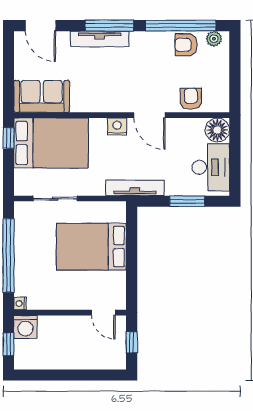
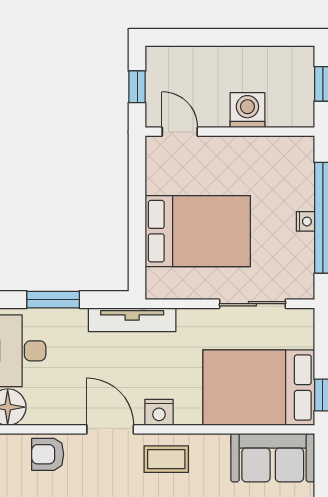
coffee table: (112, 96) -> (166, 459), added
armchair: (191, 99) -> (48, 454), turned 90
nightstand: (20, 303) -> (305, 221), moved
washing machine: (25, 327) -> (247, 110), moved

